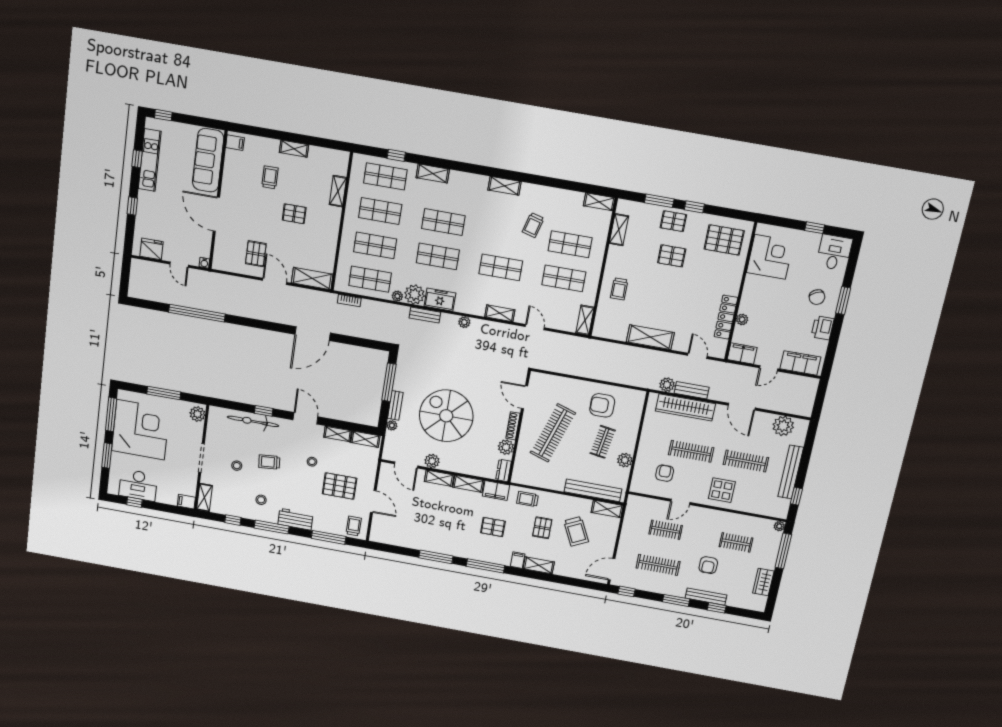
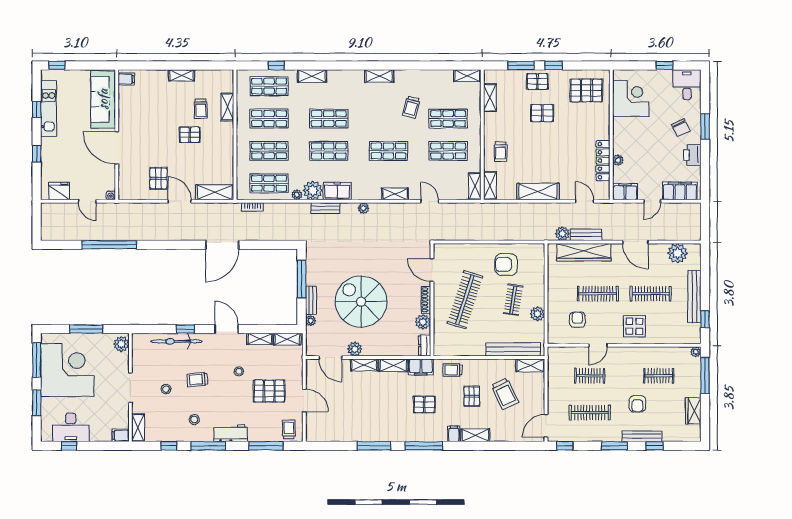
trolley: (270, 177) -> (201, 109), moved, turned 180
shelving: (601, 322) -> (490, 186), added

